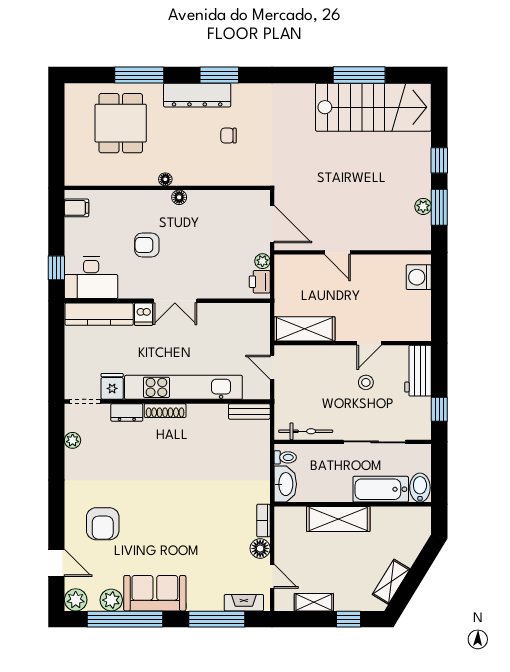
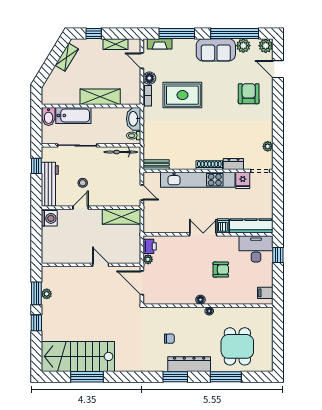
washing machine: (419, 277) -> (49, 218), moved
workbench: (418, 371) -> (50, 184), width x1.38
rug: (208, 522) -> (182, 95), added

